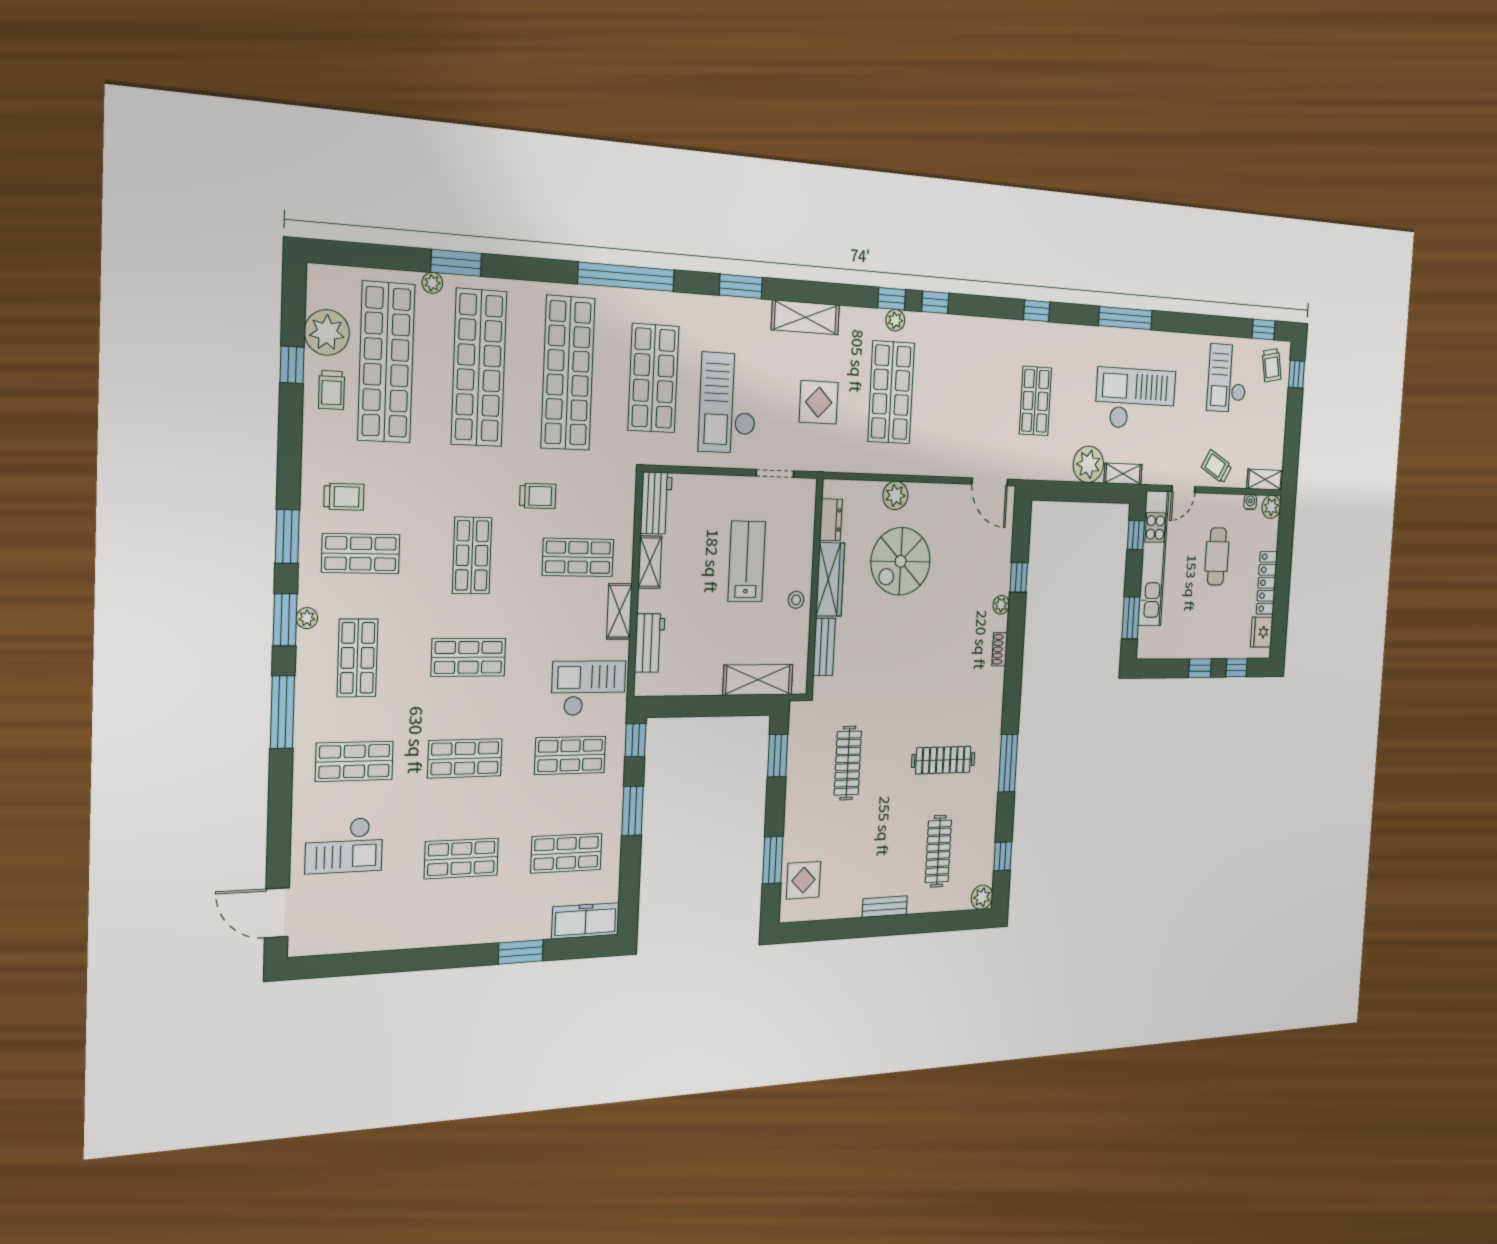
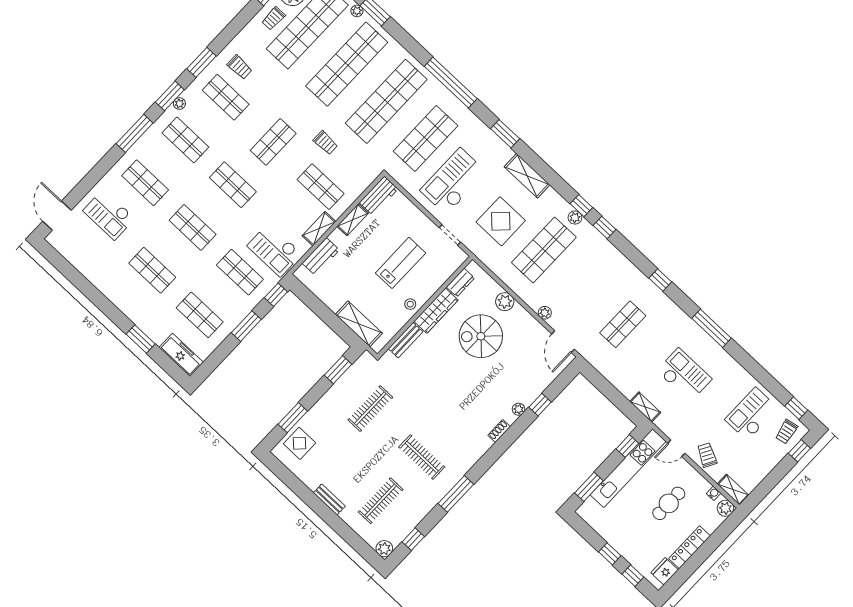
checkout: (1135, 399) -> (684, 375), width x0.73, depth x0.83
display table: (819, 402) -> (501, 221), width x1.36, depth x1.36
plant: (1088, 464) -> (545, 313), moved, width x0.53, depth x0.53
shop shelf: (358, 658) -> (185, 140), turned 90
checkout: (588, 688) -> (275, 250), turned 180

